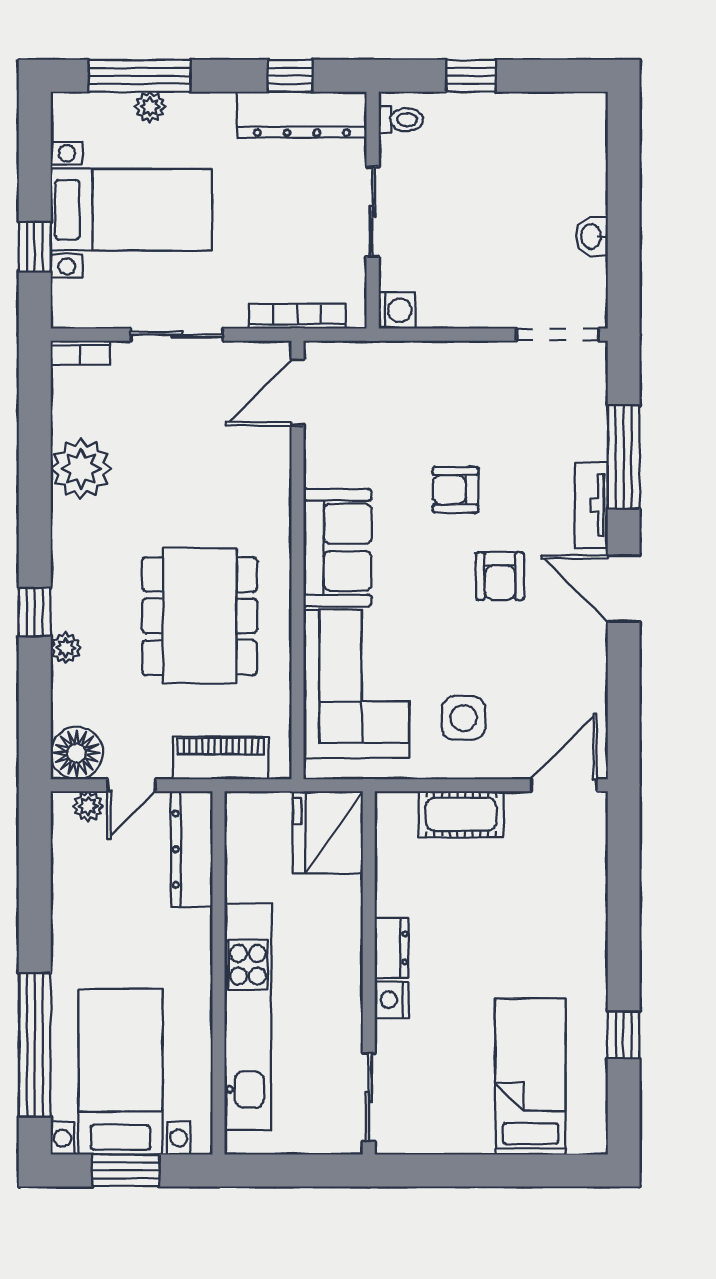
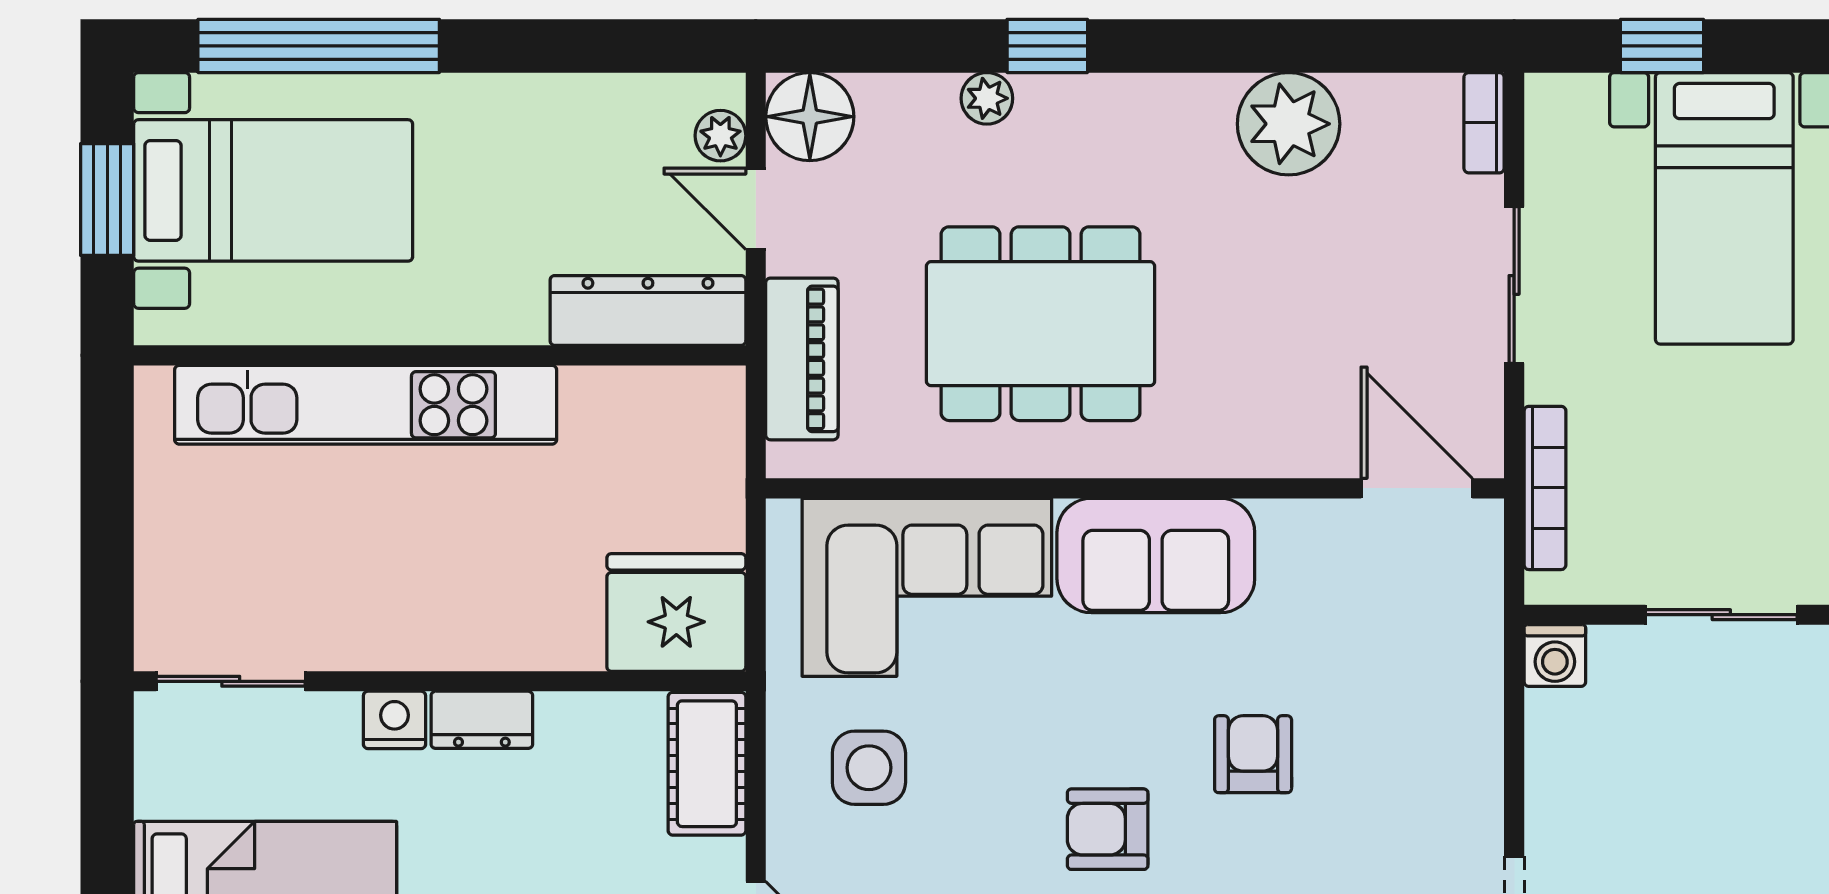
fridge: (328, 832) -> (676, 612), moved
dresser: (392, 948) -> (482, 720), moved
wall: (369, 973) -> (440, 681), moved
nightstand: (392, 1000) -> (394, 720), moved
sliding door: (369, 1097) -> (231, 681), moved

